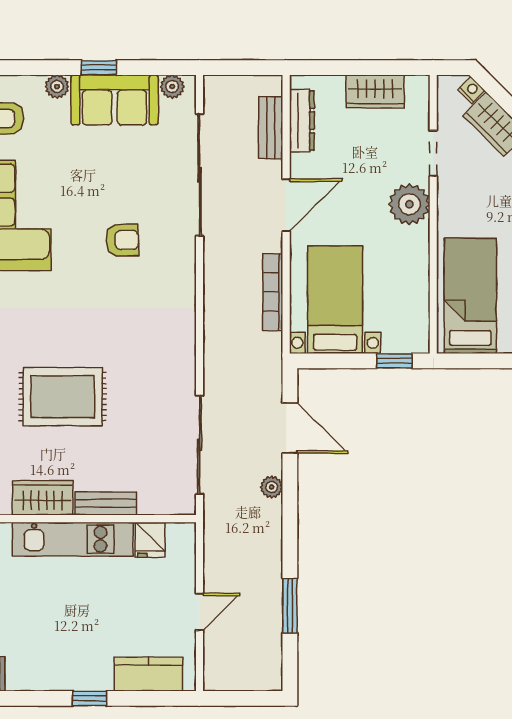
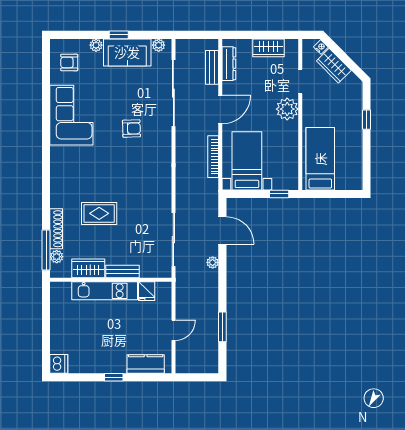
rug: (63, 397) -> (99, 213), width x0.73, depth x0.70

